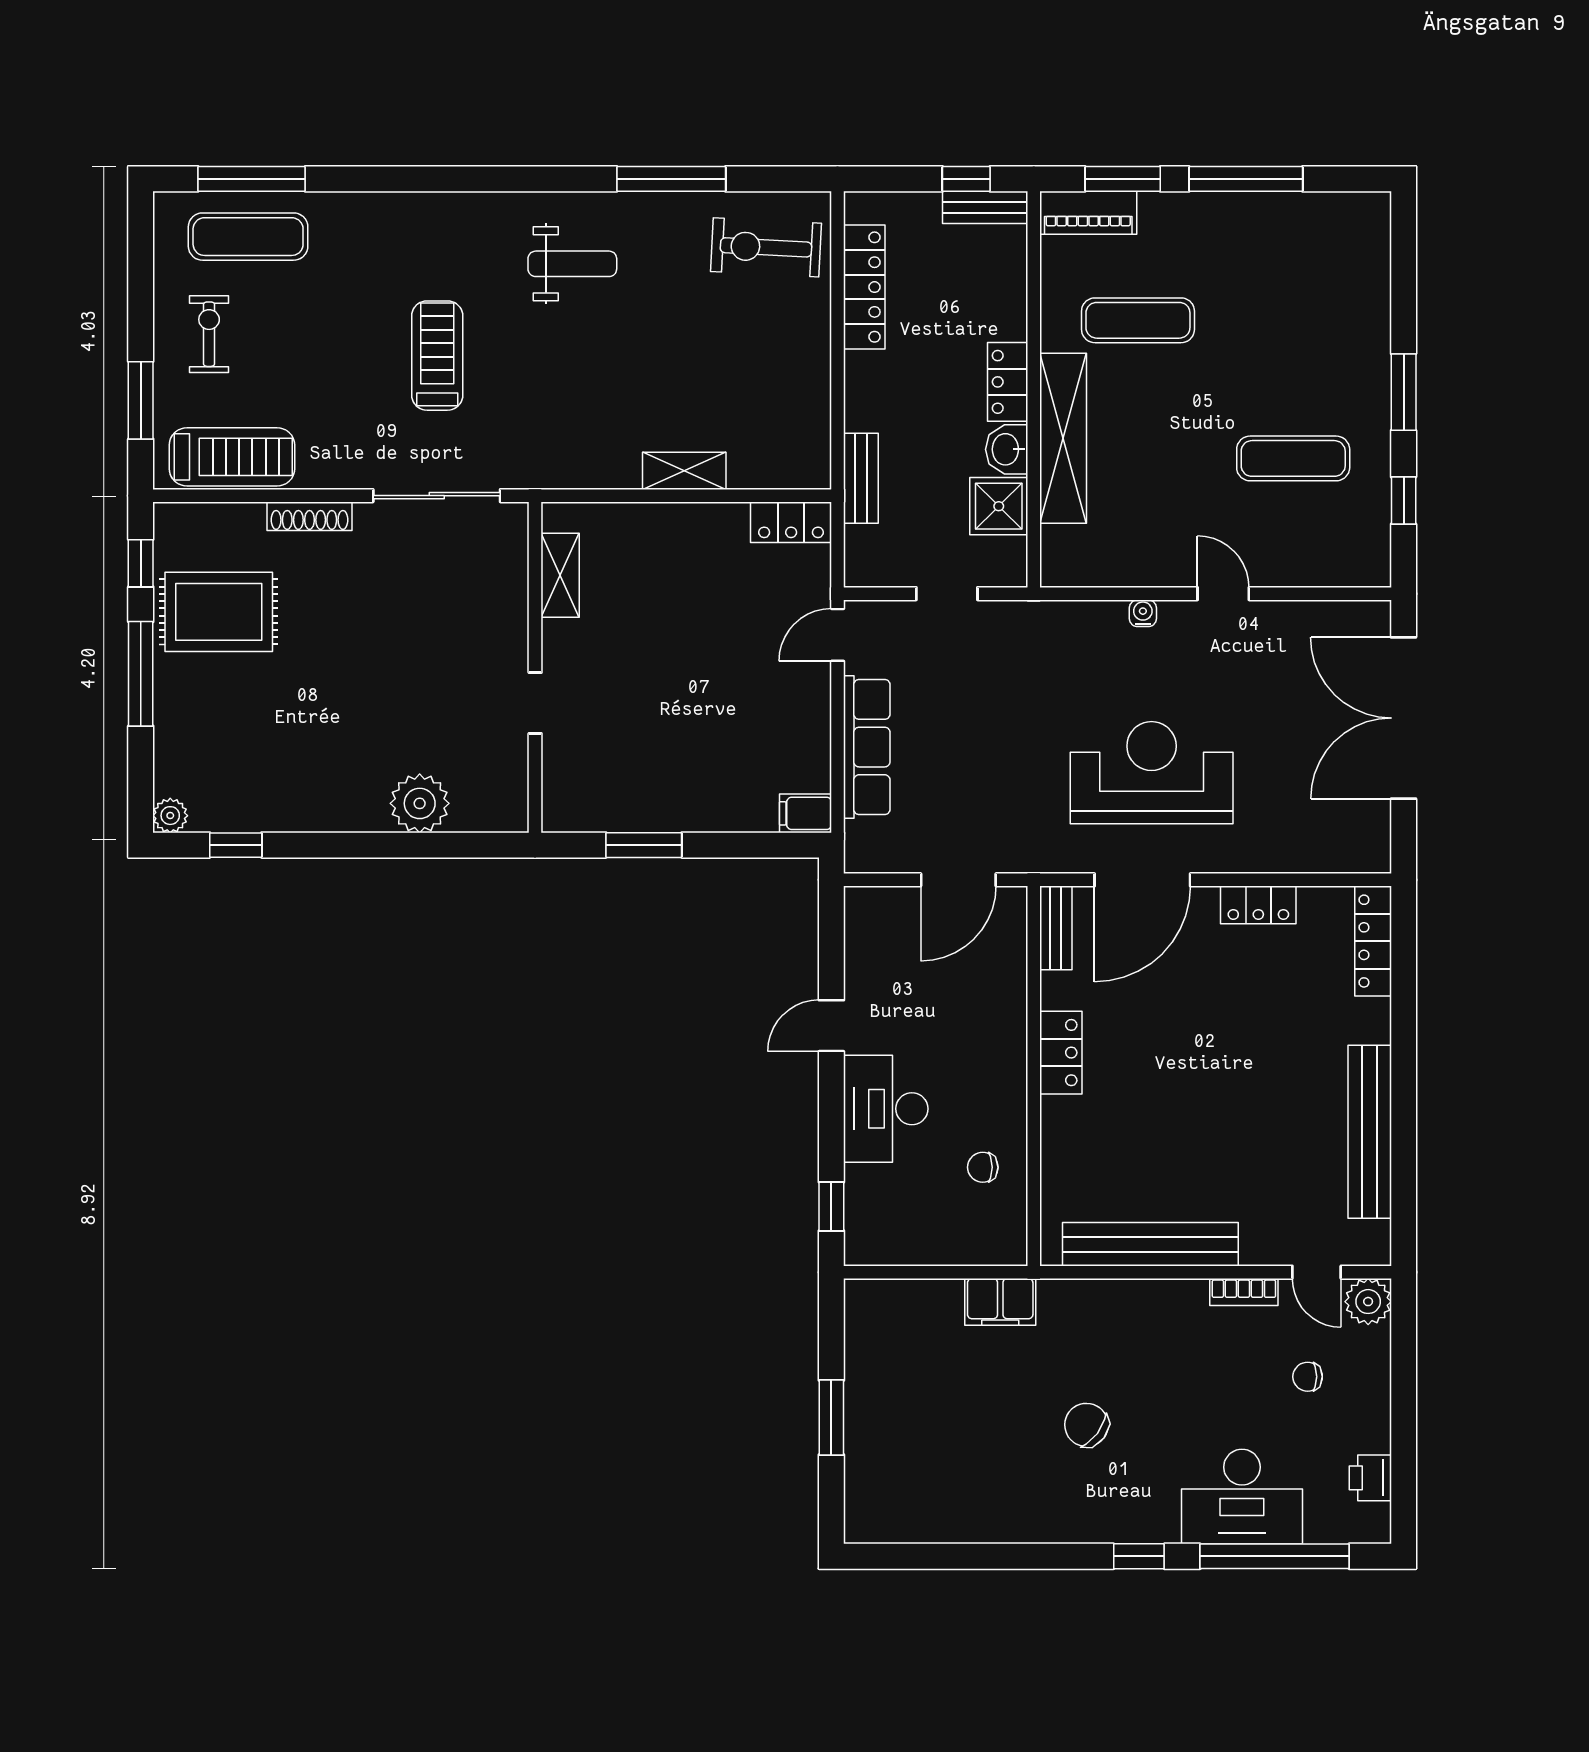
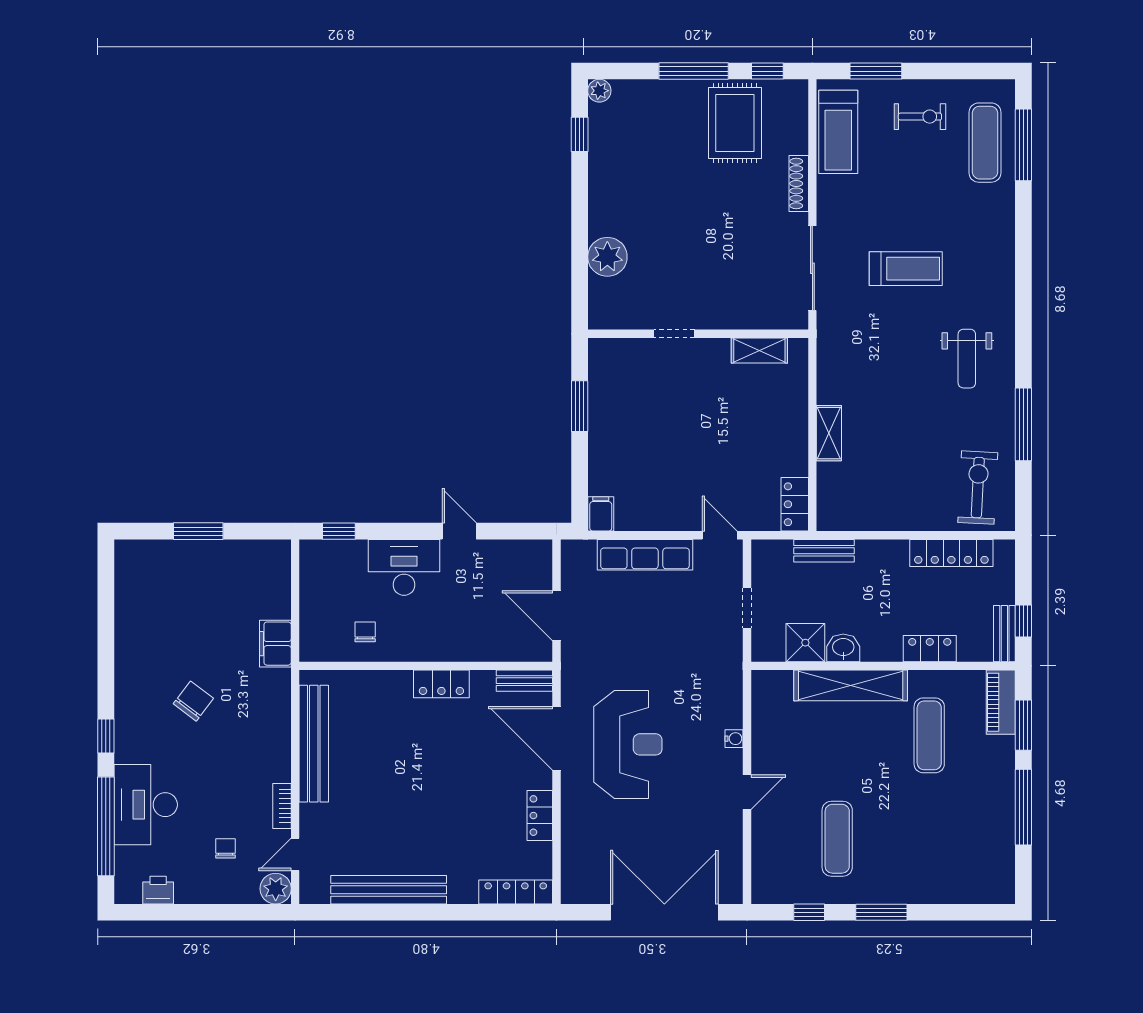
locker: (1008, 382) -> (930, 649), moved

